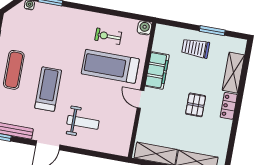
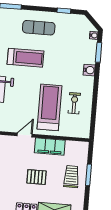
water cooler: (144, 28) -> (89, 70), moved
window: (212, 31) -> (89, 175), moved
pallet: (196, 105) -> (37, 177), moved

